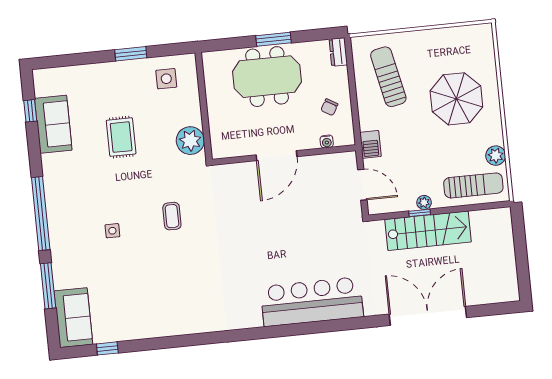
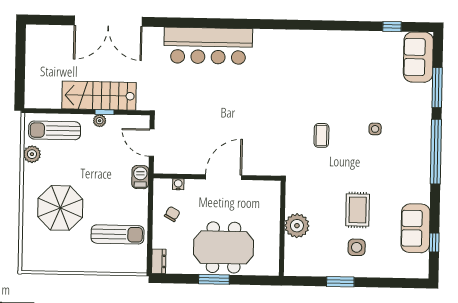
sun lounger: (388, 77) -> (117, 234), turned -78
side table: (166, 79) -> (357, 247), moved
plant: (190, 141) -> (297, 226), moved

